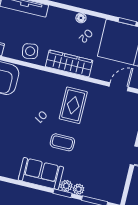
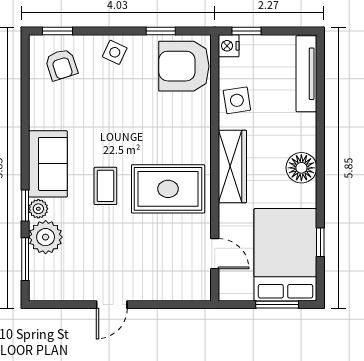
floor lamp: (81, 18) -> (301, 168), width x1.89, depth x1.89
rug: (73, 105) -> (168, 189), width x1.36, depth x1.43
plant: (79, 189) -> (46, 237), width x1.88, depth x1.88

